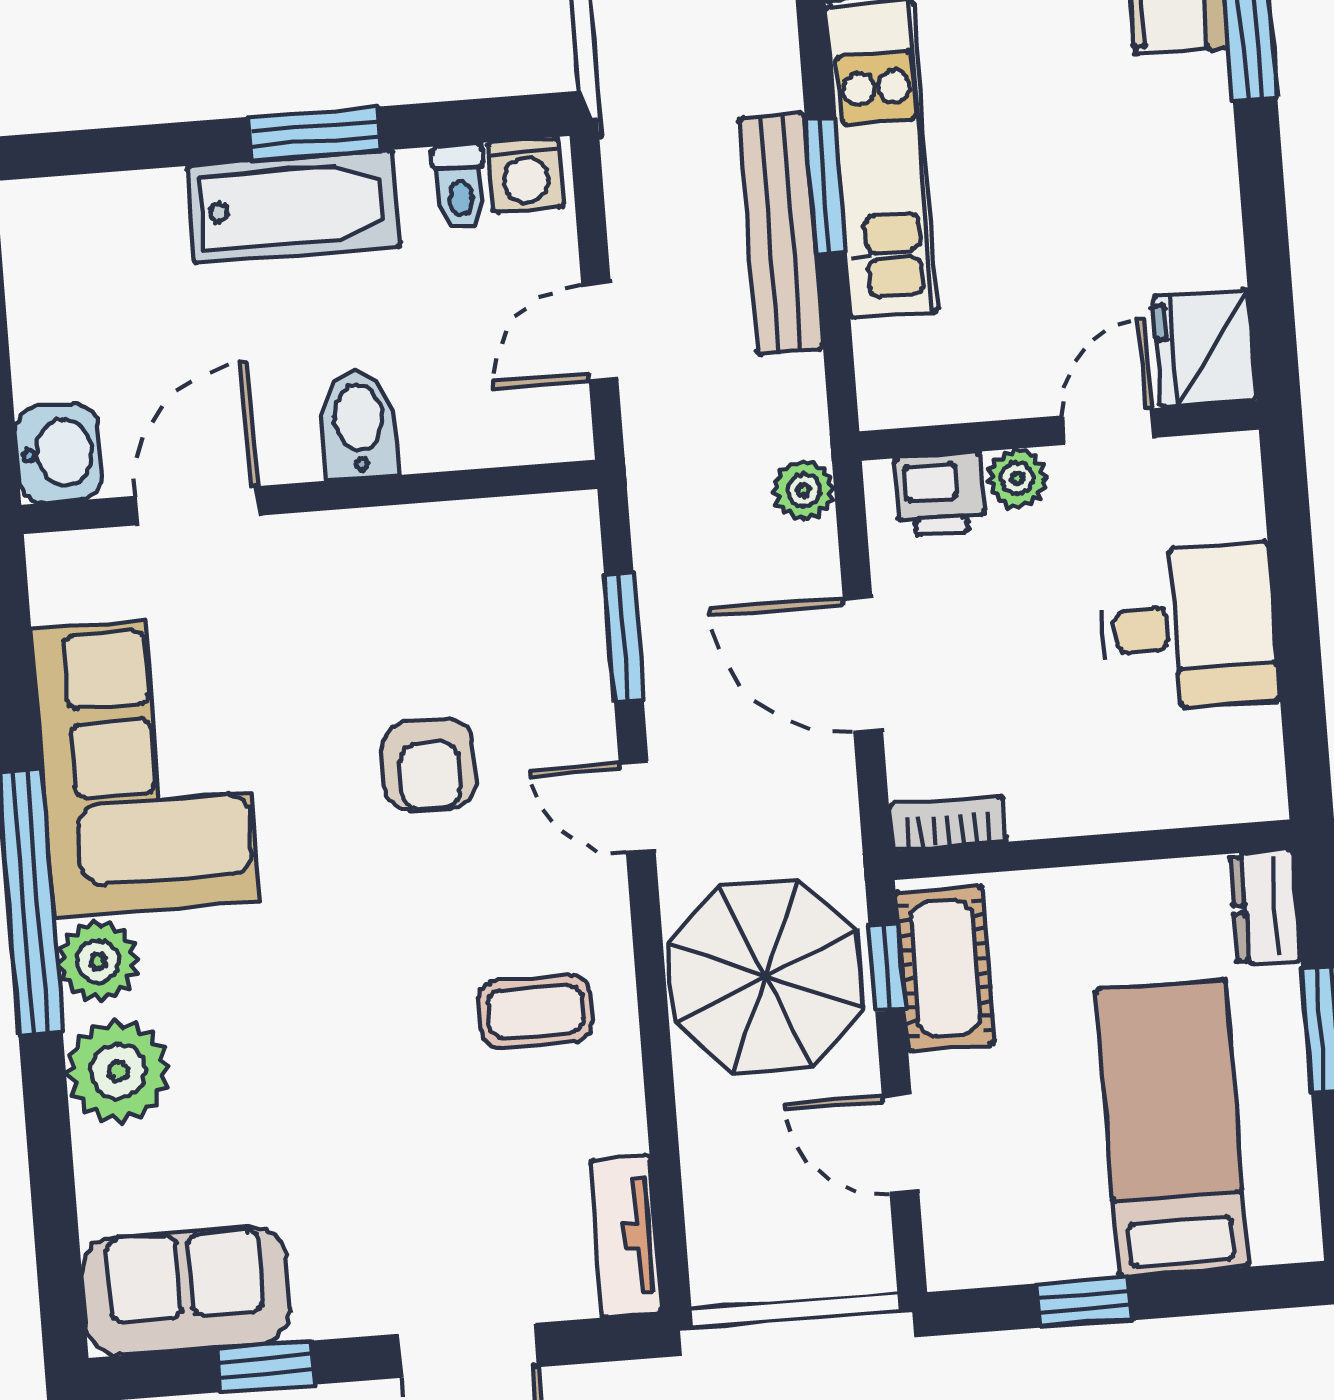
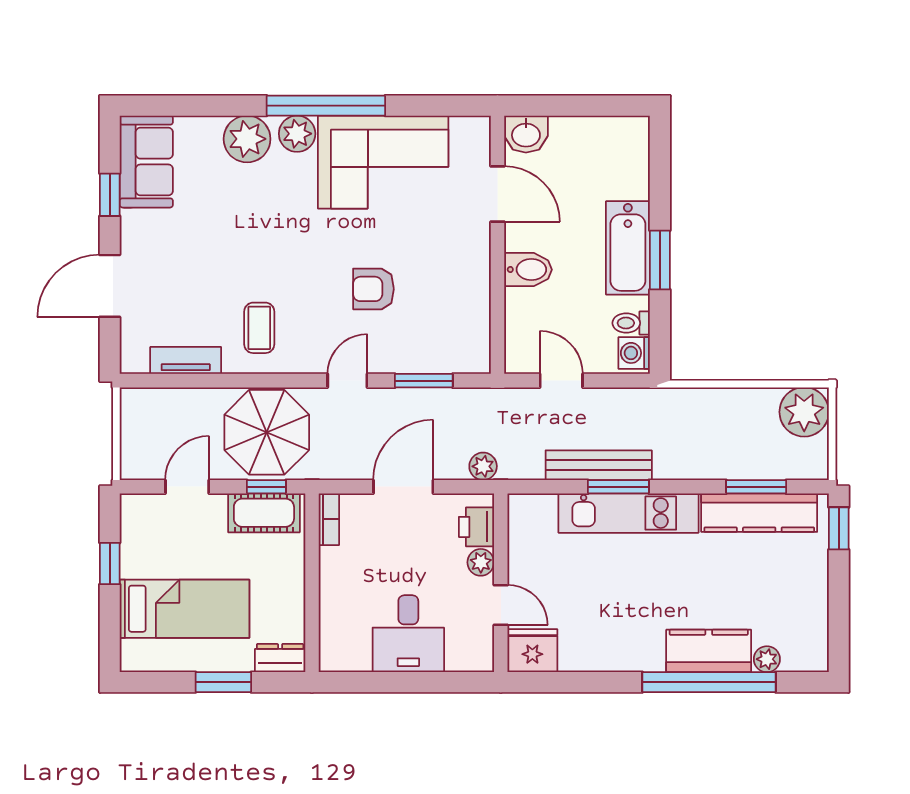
tv unit: (626, 1236) -> (186, 360), moved

